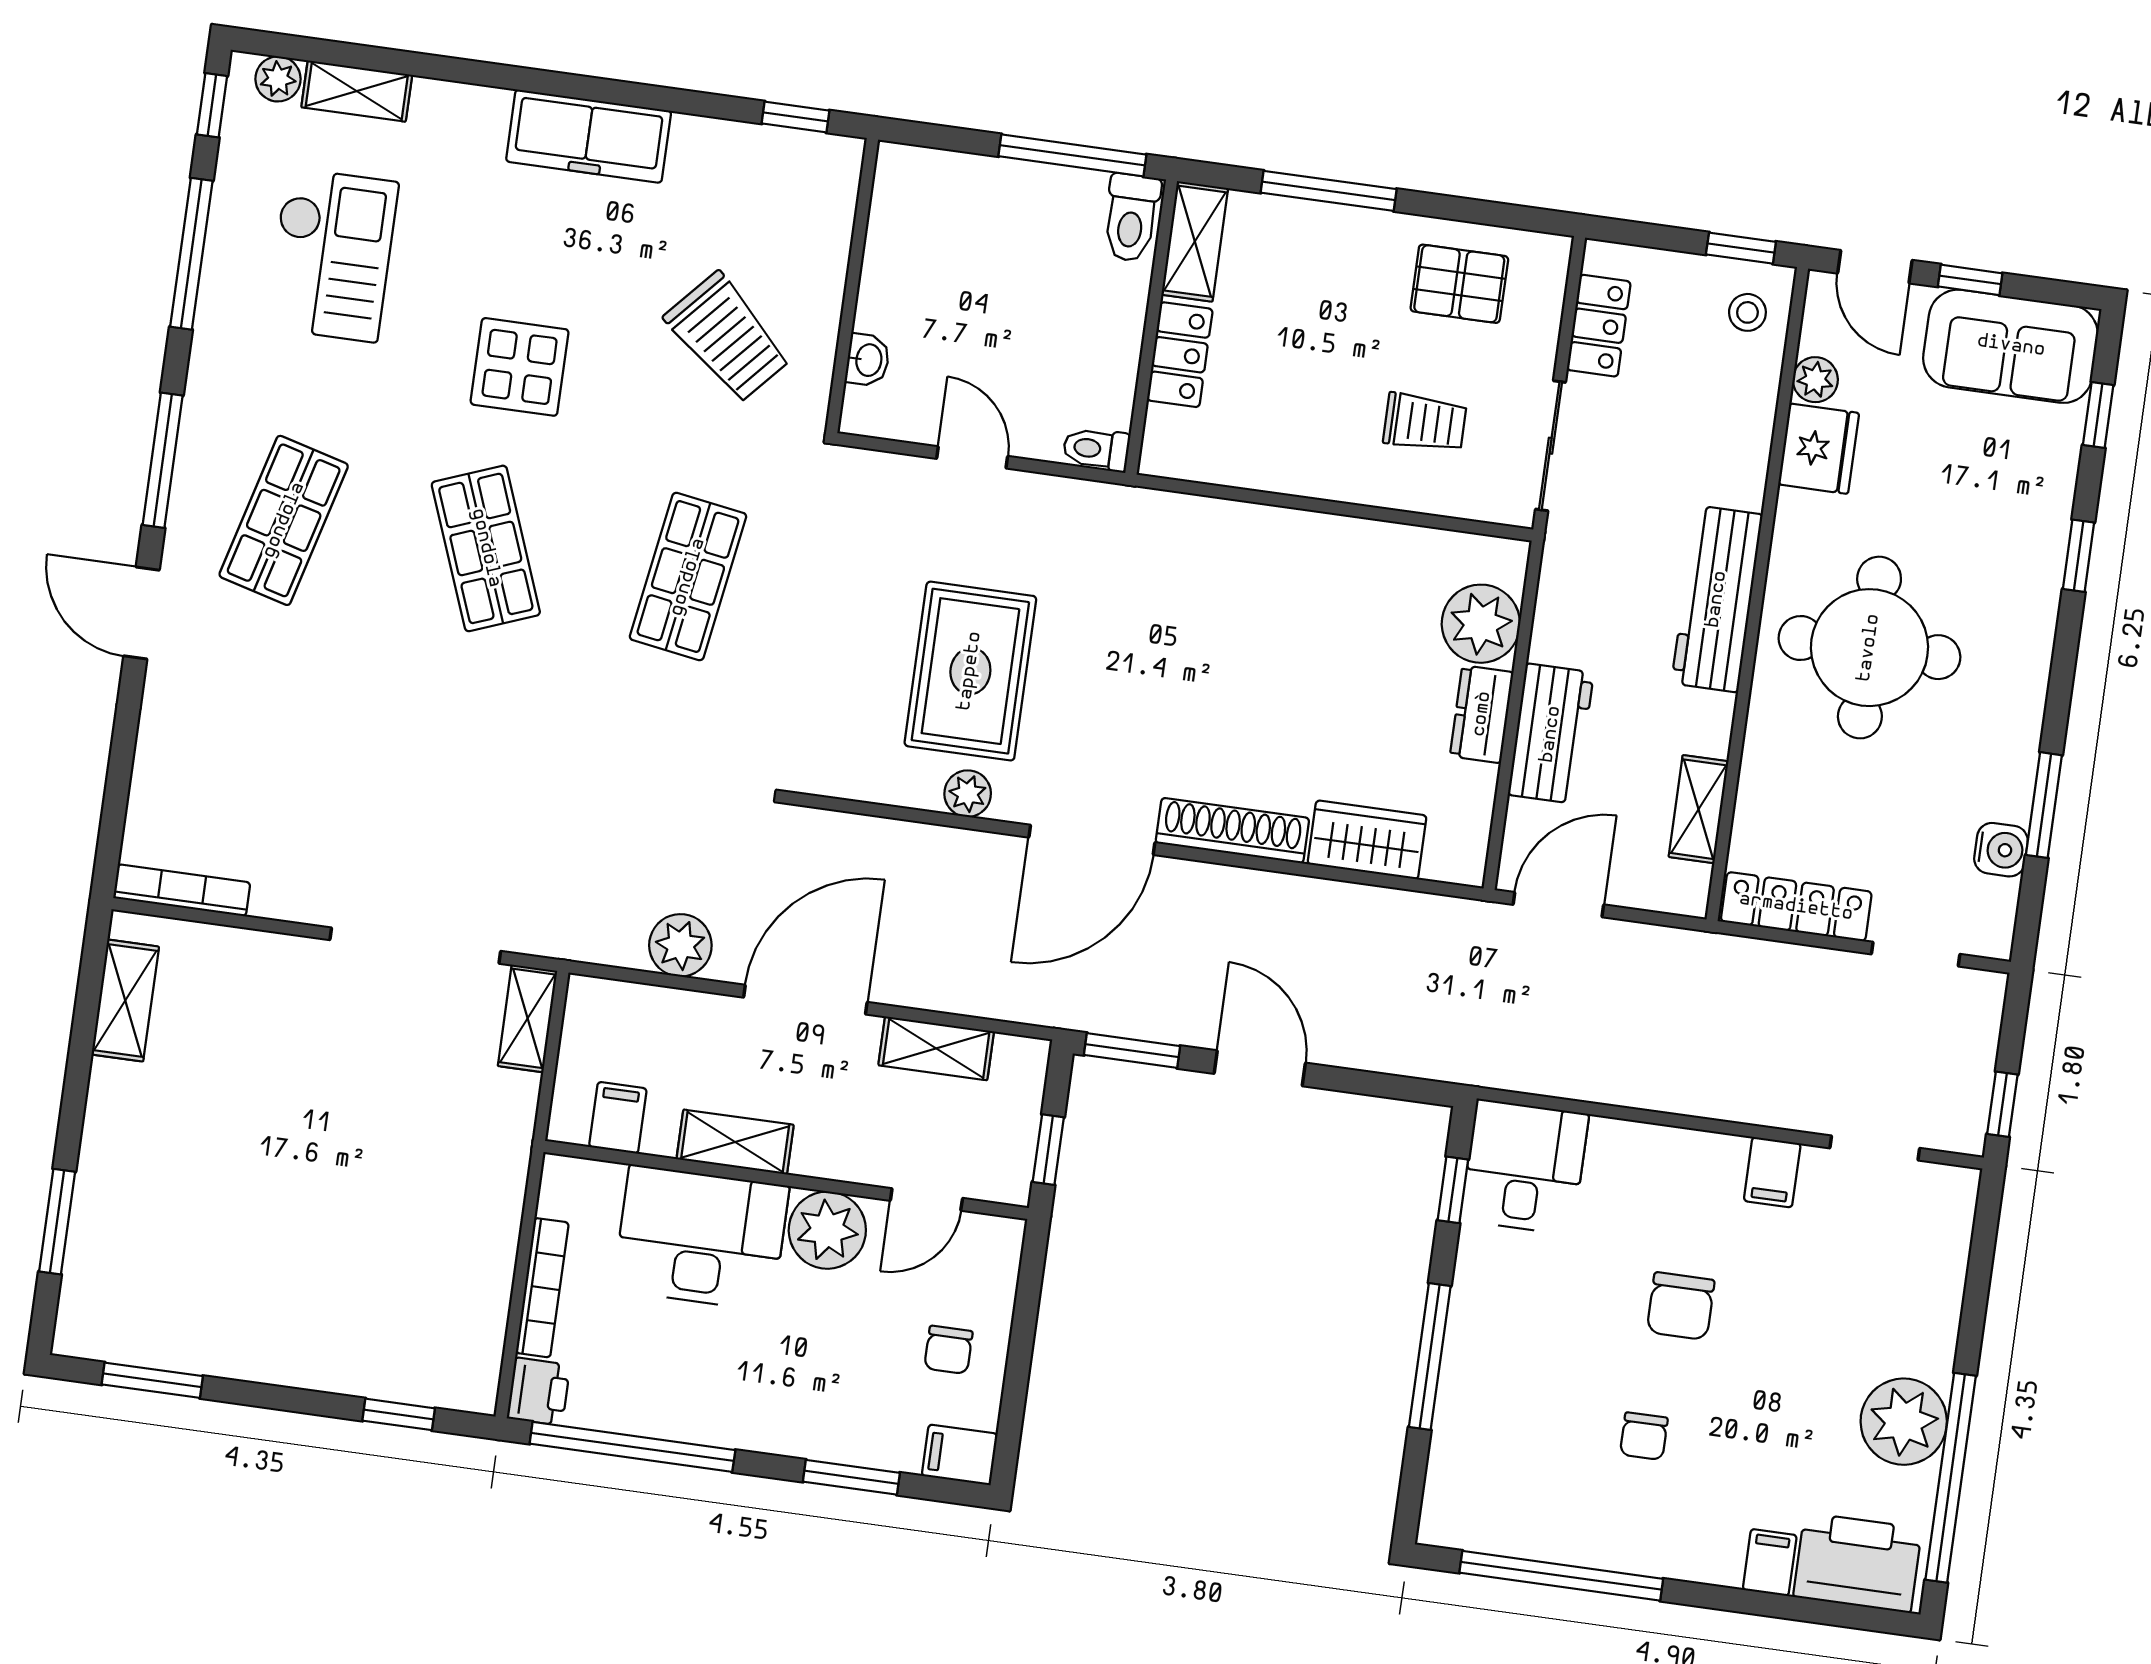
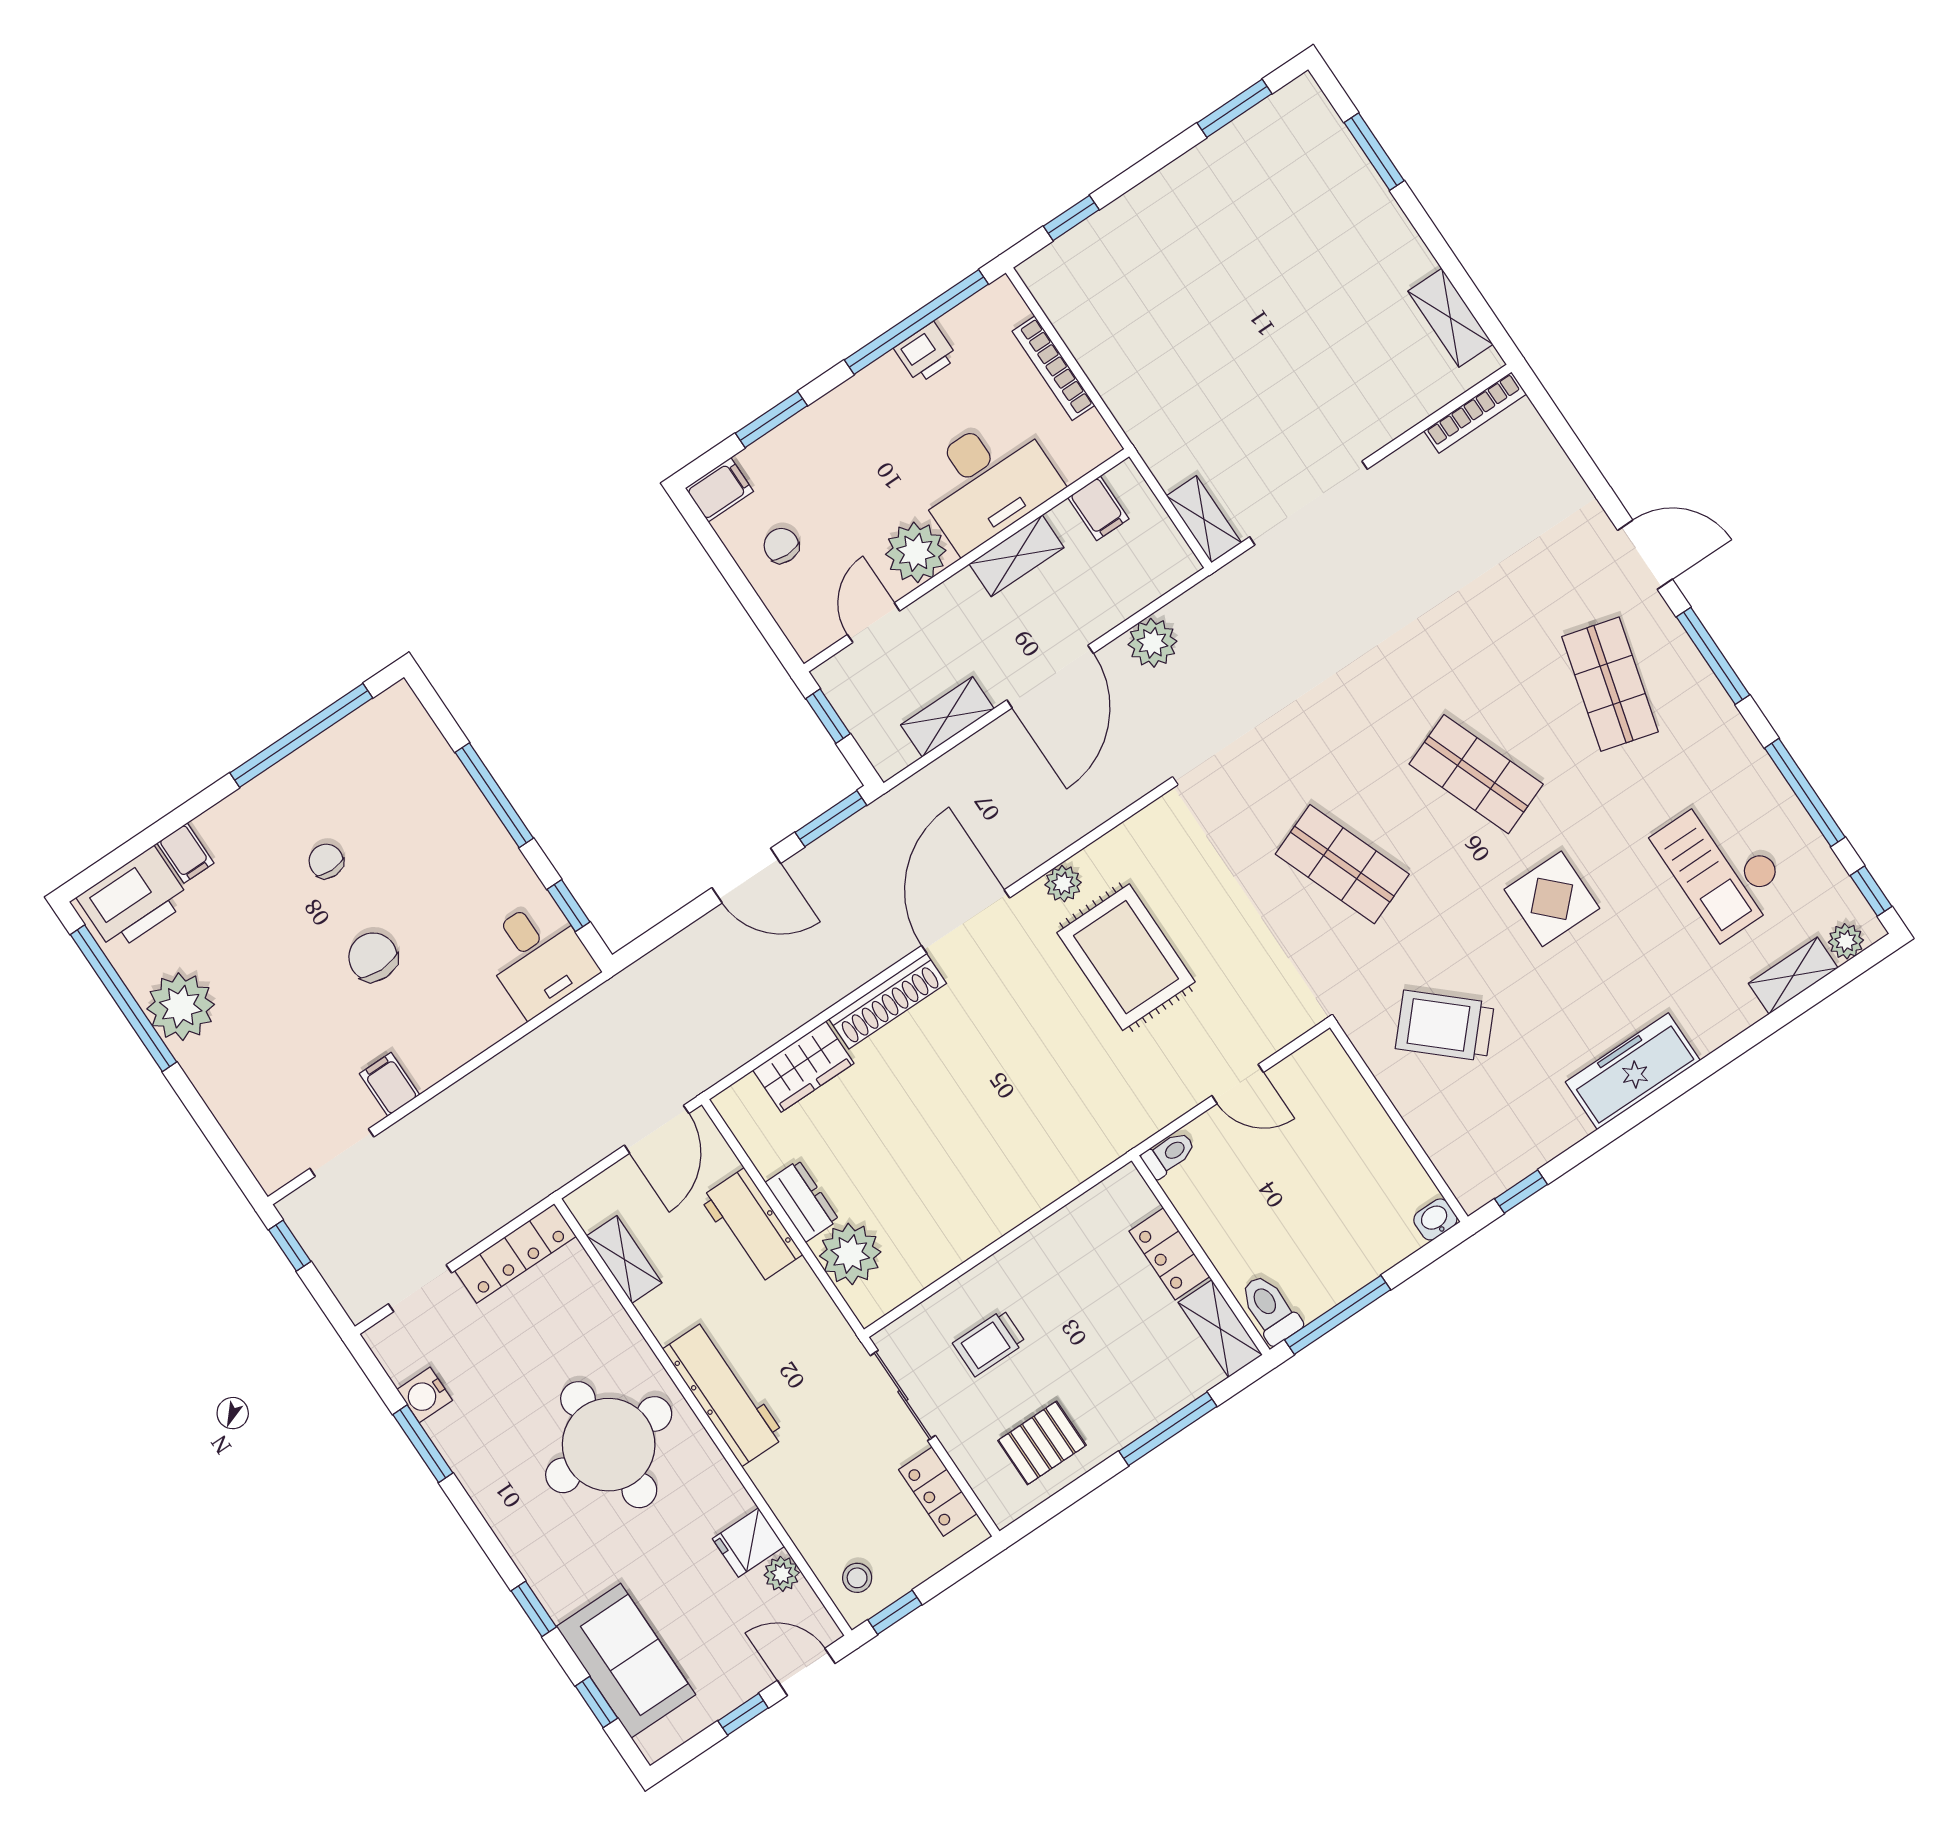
sofa: (2011, 346) -> (626, 1661), moved, turned 90
washbasin: (868, 360) -> (1435, 1219), moved, turned 90
fridge: (1819, 449) -> (748, 1543), width x0.72
shop shelf: (688, 577) -> (1342, 864), turned -30
printer: (539, 1392) -> (926, 353), moved, turned -90

